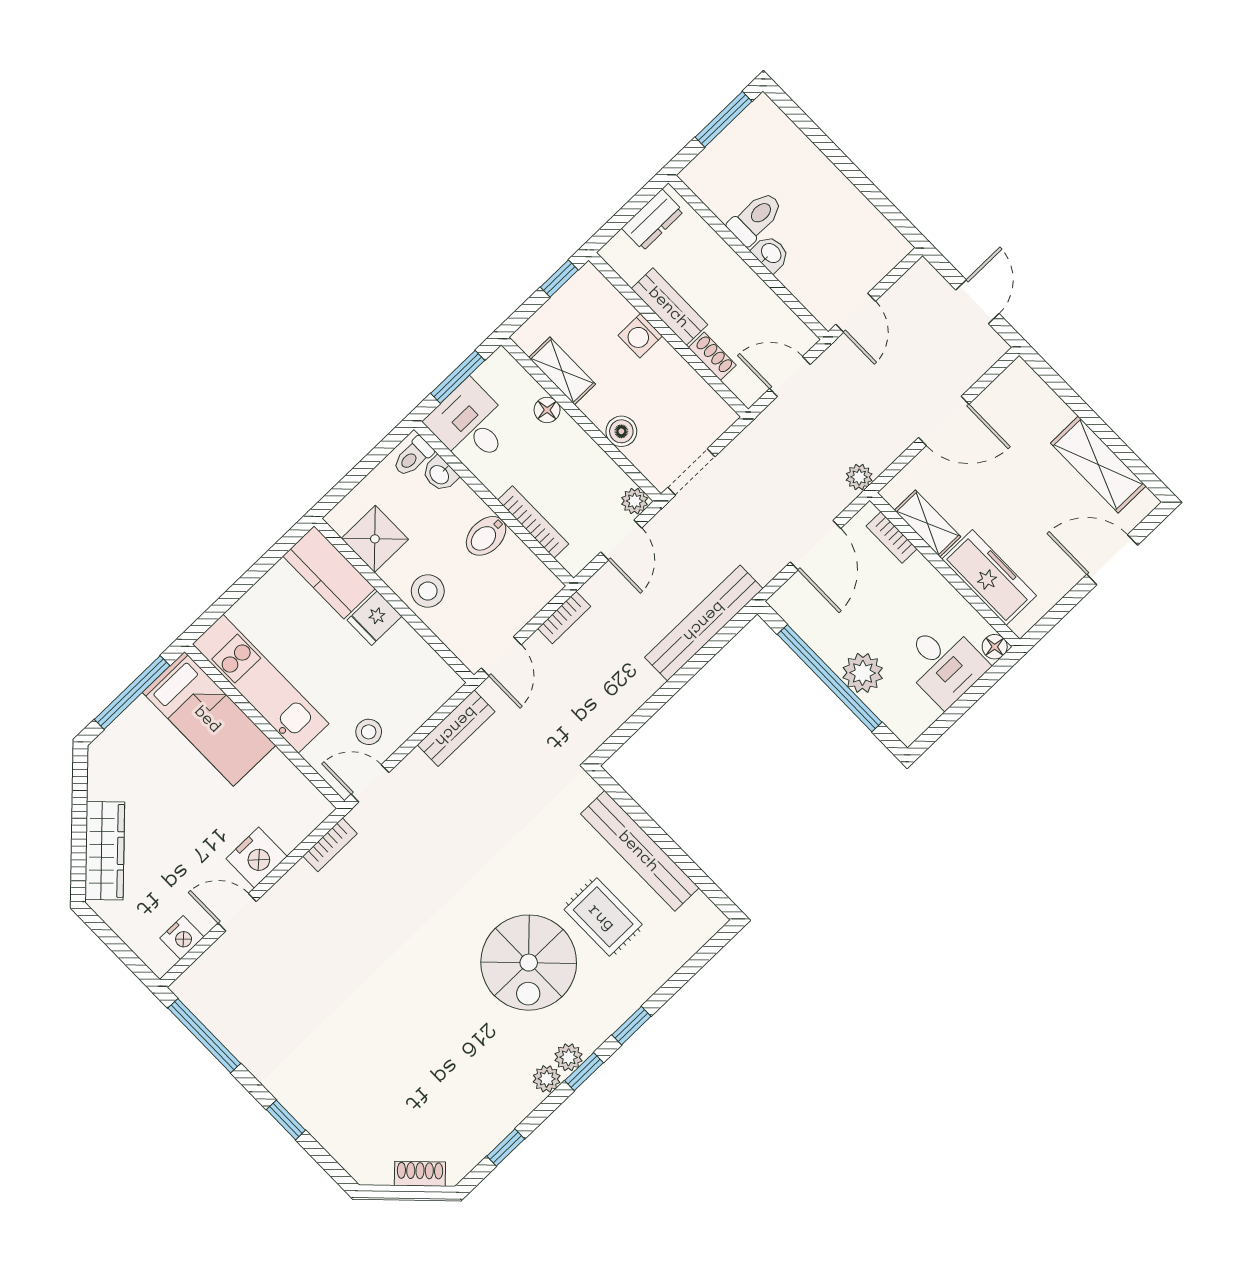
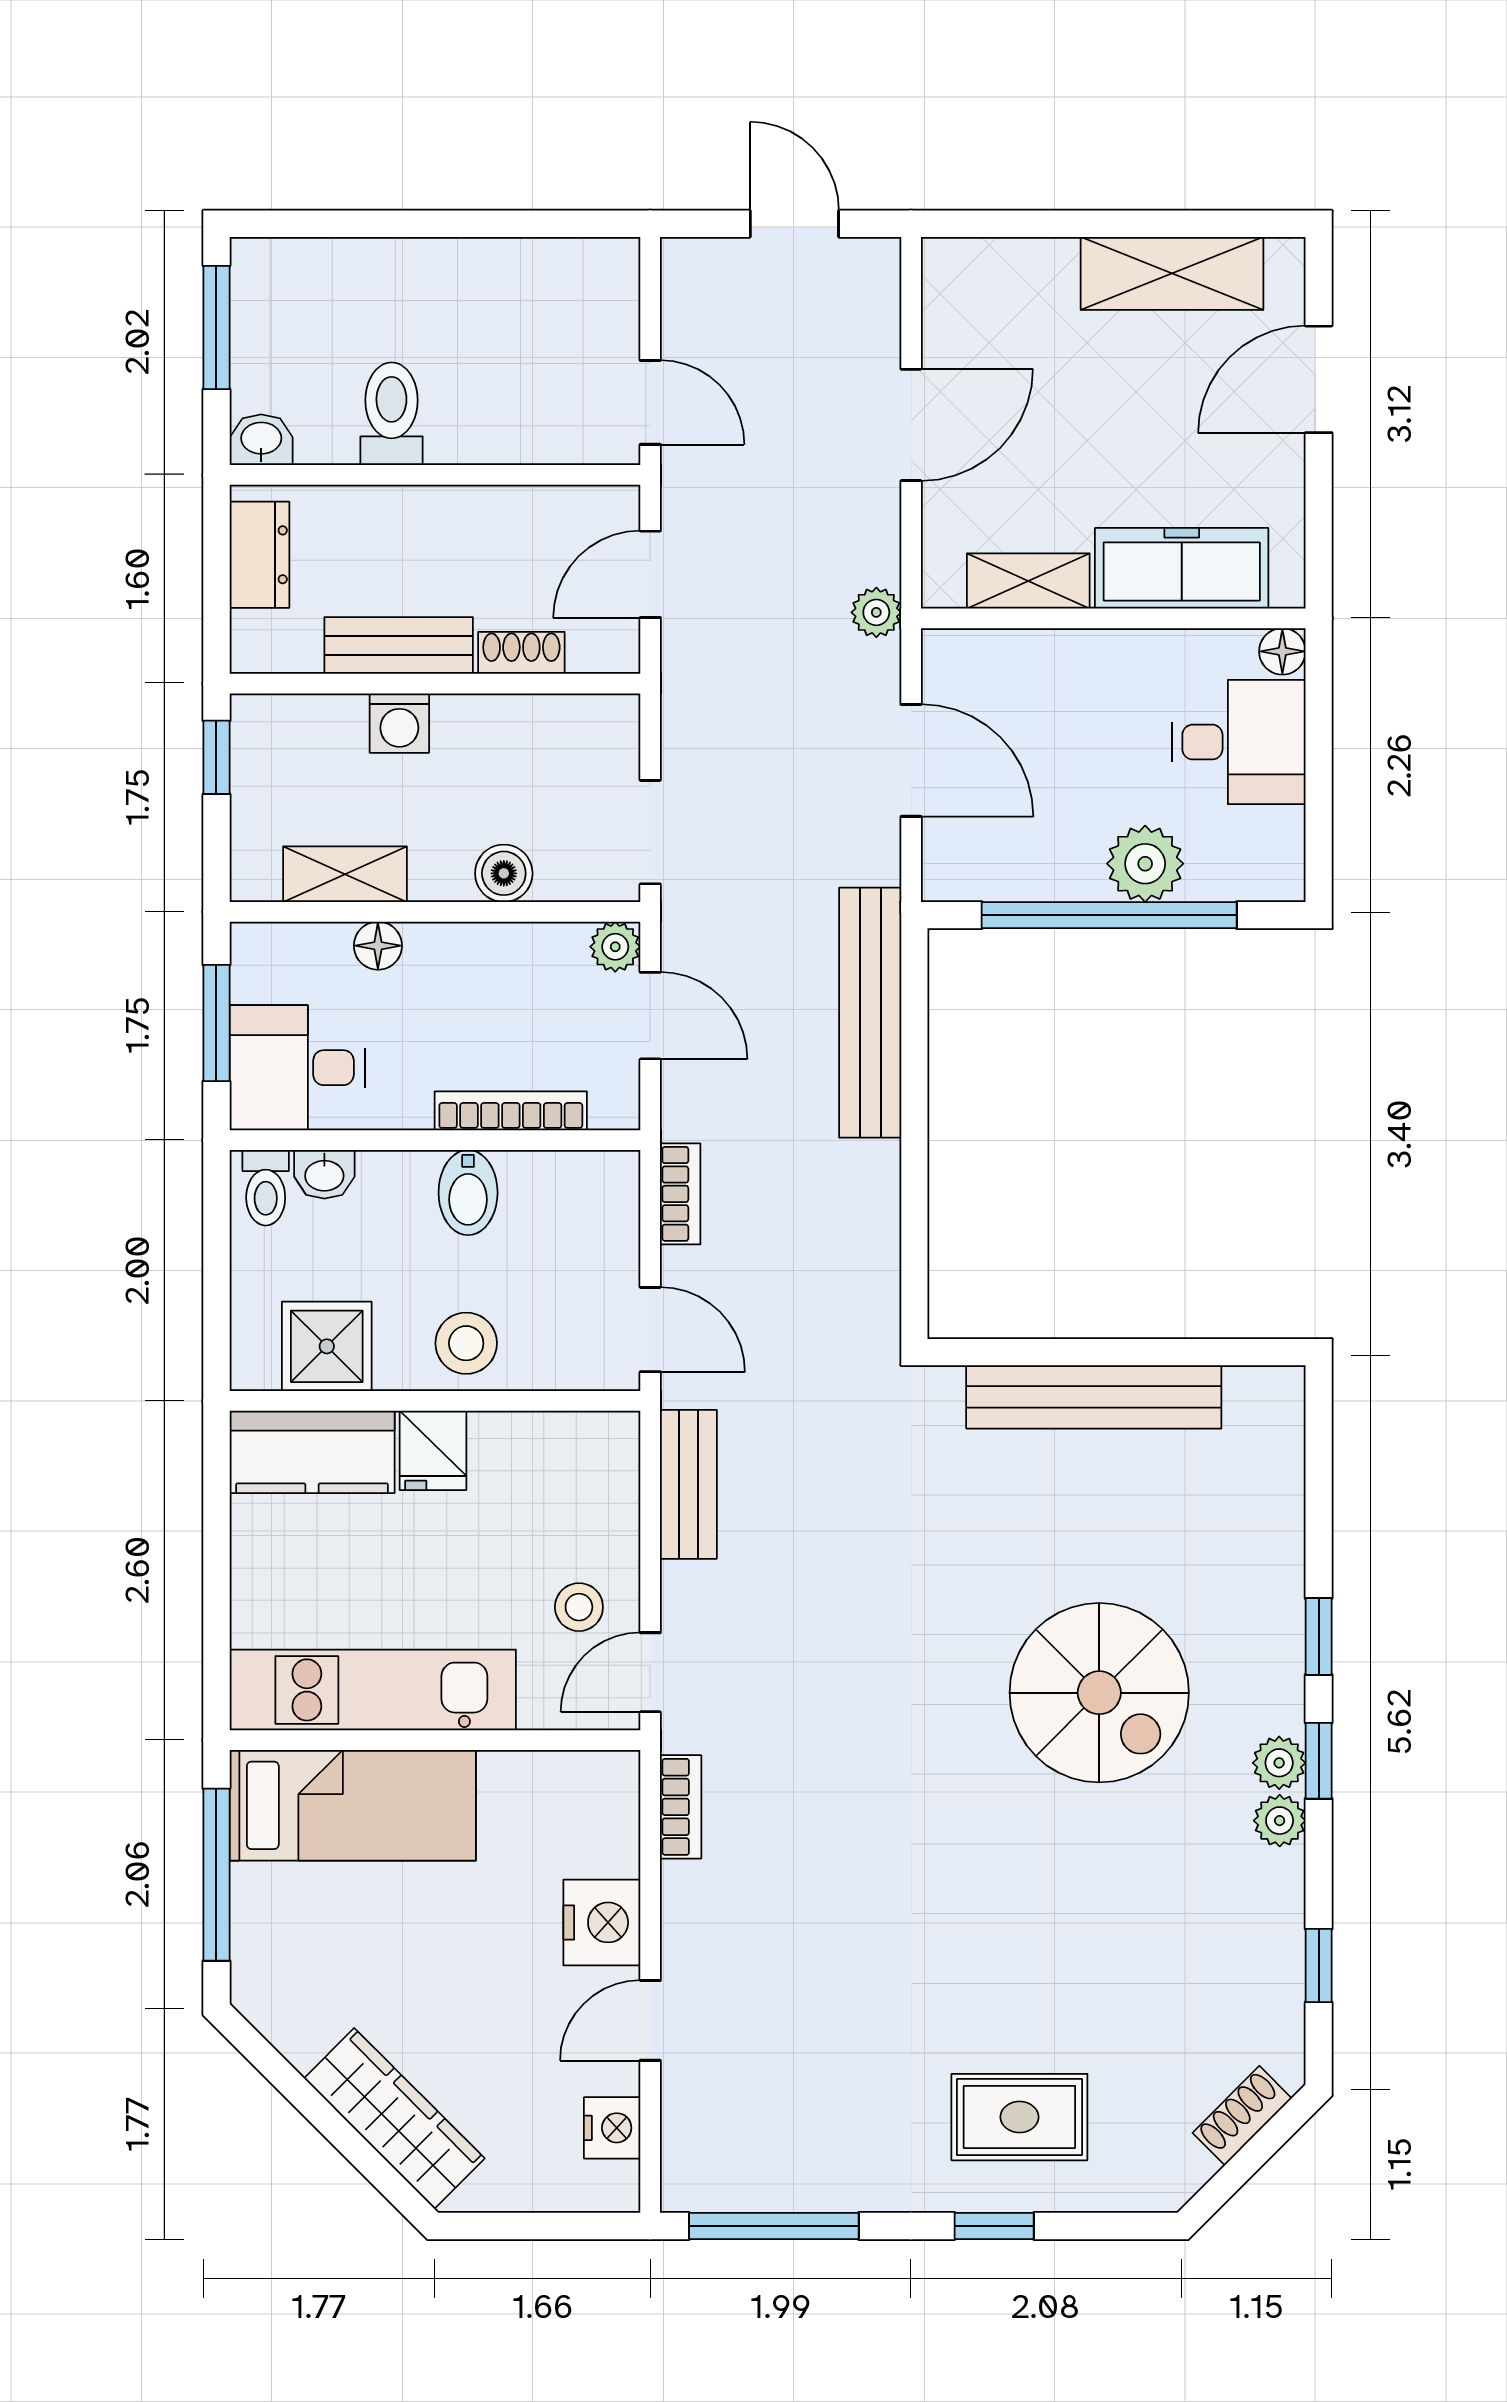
washbasin: (771, 254) -> (261, 440), moved
bookcase: (892, 537) -> (1000, 648), removed
rug: (603, 917) -> (1019, 2117), moved

